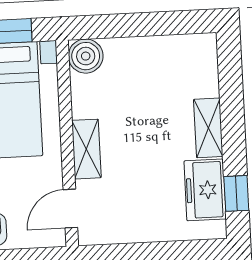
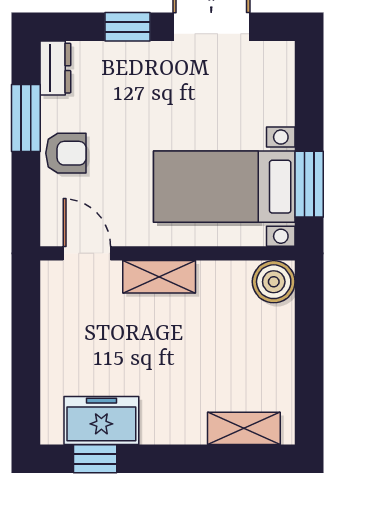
shelving: (208, 128) -> (244, 428), moved

